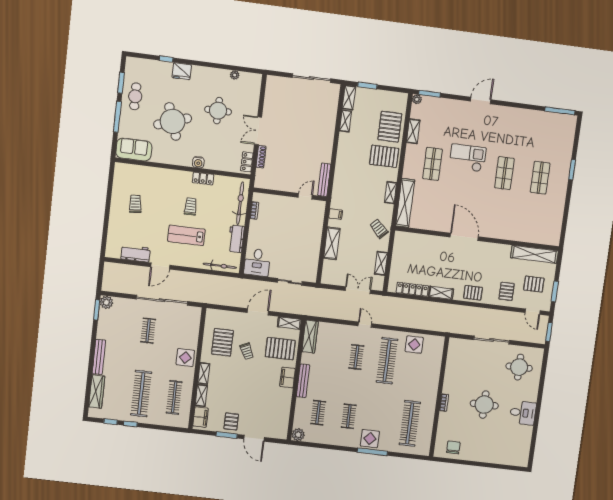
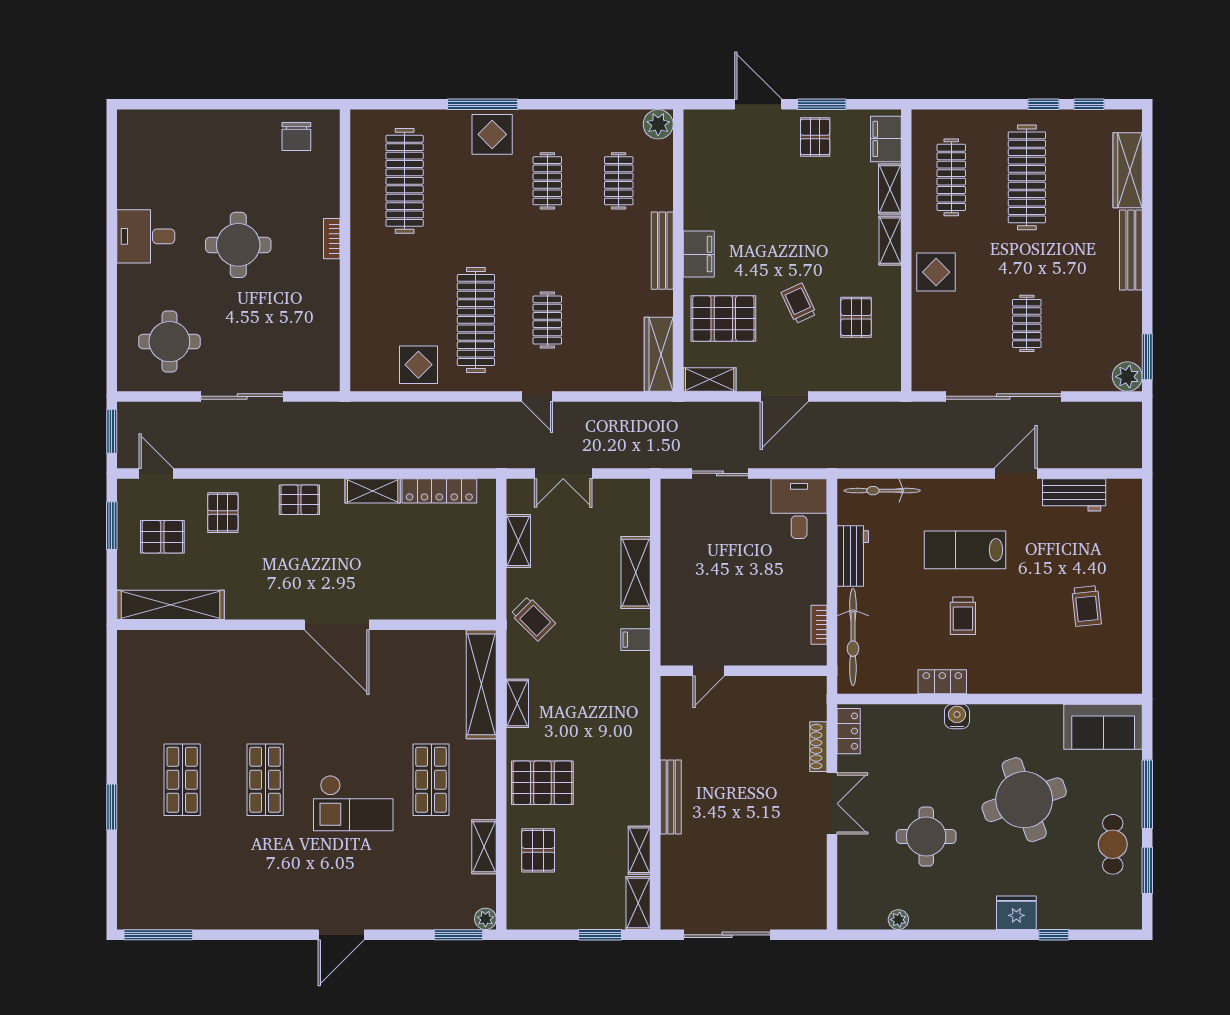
pallet: (390, 127) -> (538, 850), width x0.67, depth x0.71
bench: (324, 180) -> (671, 797), moved
lab bench: (186, 235) -> (965, 550), turned 180
pallet: (222, 342) -> (856, 317), width x0.67, depth x0.71

